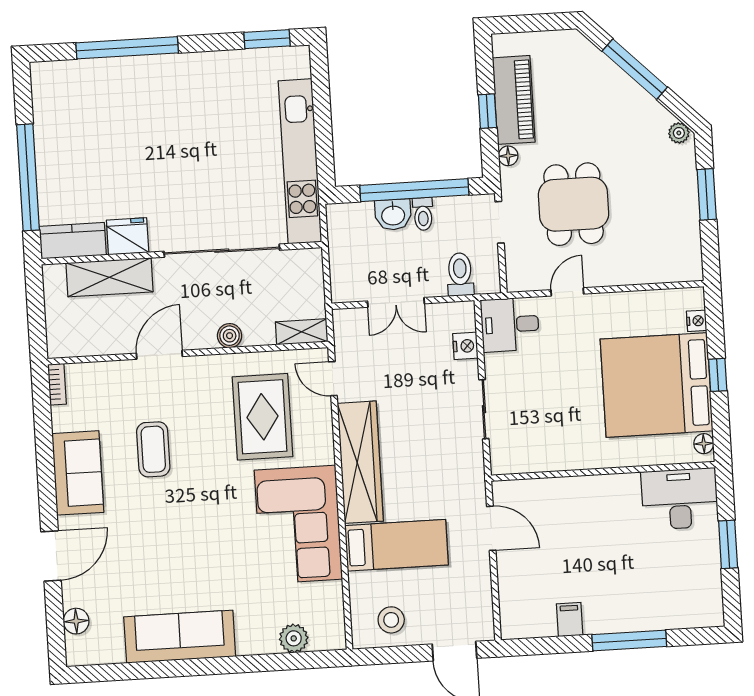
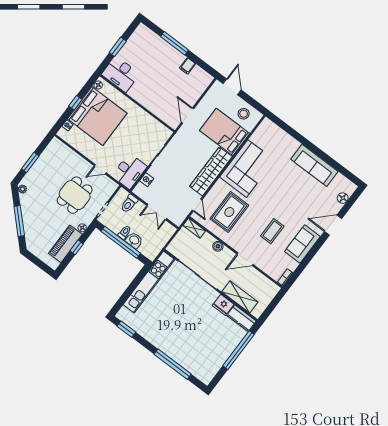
double door: (396, 302) -> (157, 212), swing flipped
desk: (510, 325) -> (129, 171), width x1.37
bed: (397, 545) -> (225, 132), width x1.50
plant: (294, 638) -> (279, 134), removed

